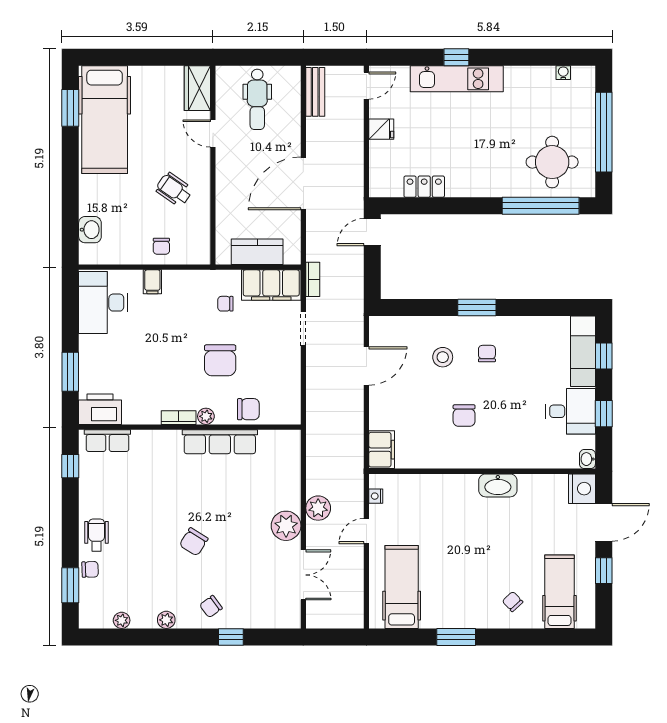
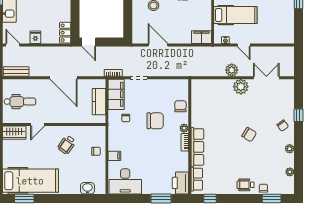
locker: (424, 187) -> (65, 33), moved
row of seats: (220, 442) -> (197, 147), moved
hospital bed: (402, 587) -> (235, 15), moved, turned 180

